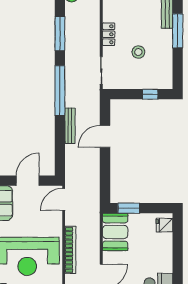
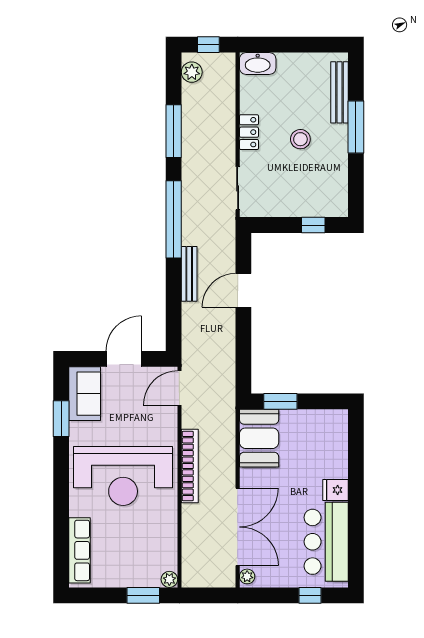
stool: (138, 52) -> (300, 139), moved
fridge: (164, 225) -> (336, 490), moved

